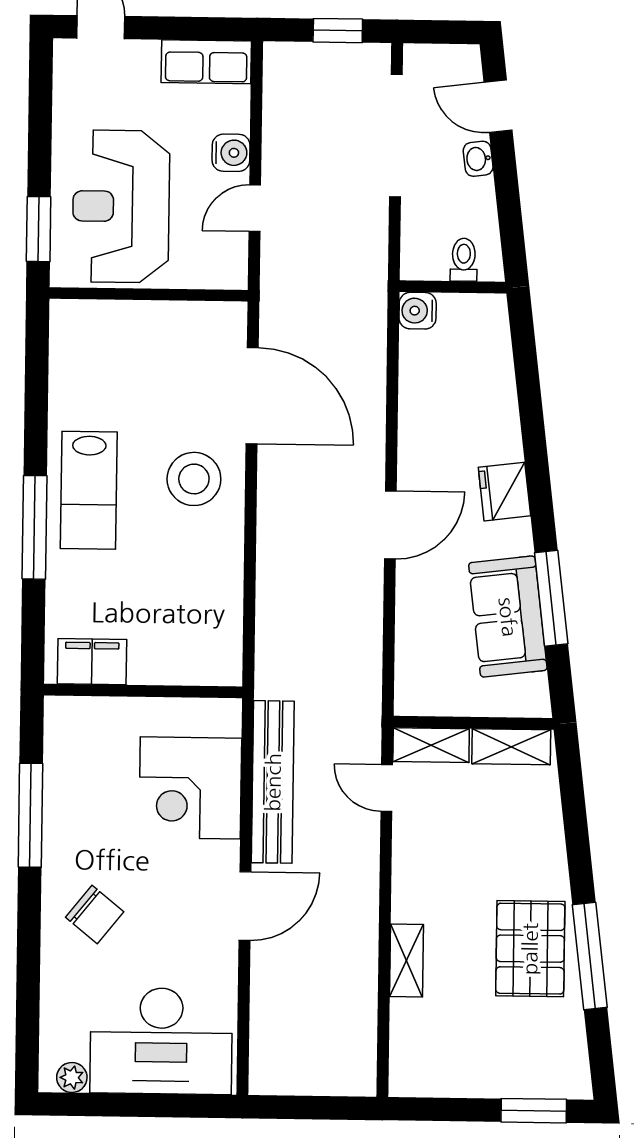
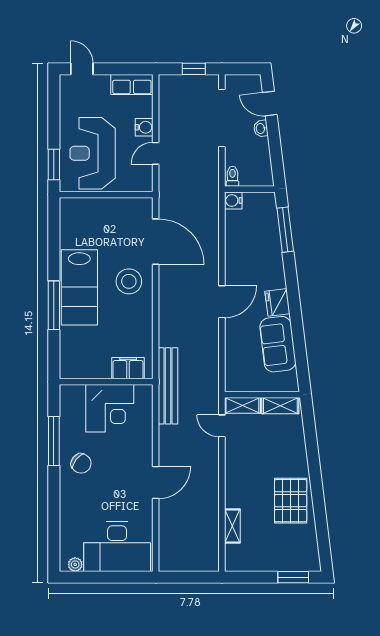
toilet: (464, 260) -> (233, 176), moved
lab bench: (89, 490) -> (79, 287), width x1.36, depth x1.39
fridge: (504, 492) -> (277, 302), moved
window: (551, 598) -> (285, 230), moved
filing cabinet: (92, 662) -> (128, 368), moved
bench: (273, 782) -> (168, 386), moved
corner desk: (190, 788) -> (110, 408), moved, turned -90
chair: (95, 914) -> (81, 463), moved
window: (590, 956) -> (319, 504), removed
shelving: (407, 960) -> (232, 526), moved

